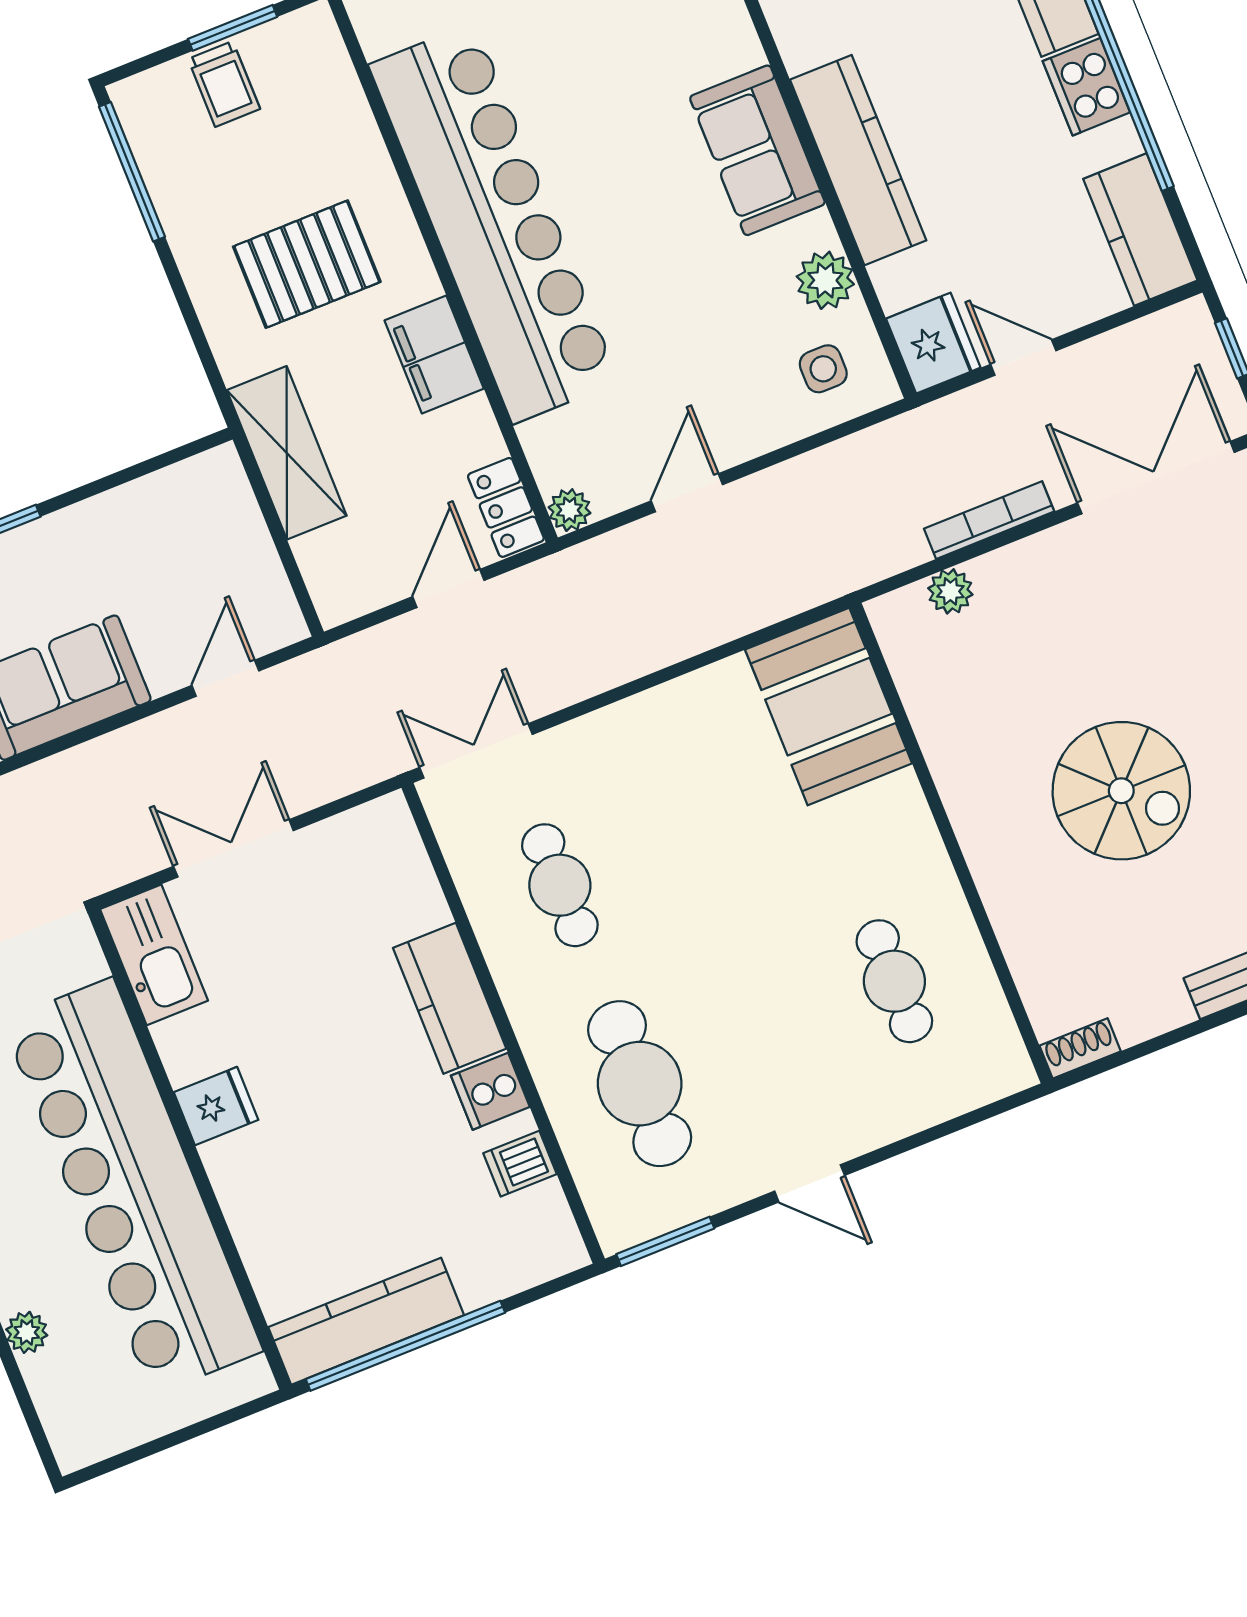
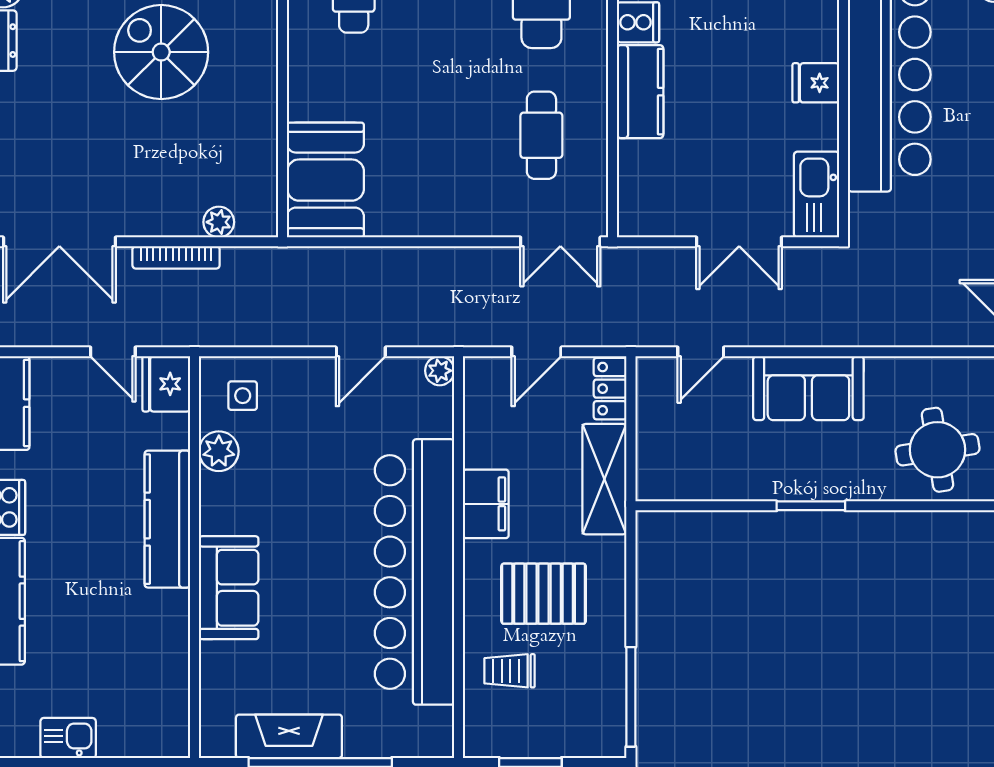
trolley: (224, 84) -> (510, 671), moved, turned -90
sofa: (757, 150) -> (229, 588), moved
locker: (506, 507) -> (610, 389), moved, turned 180

